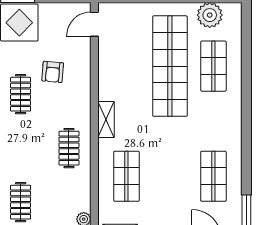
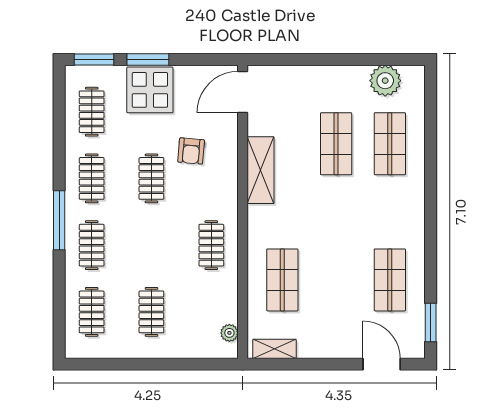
door: (94, 24) -> (243, 92), width x1.38
shop shelf: (170, 66) -> (336, 144), width x0.50, depth x0.74
shelving: (106, 120) -> (261, 170), moved, width x1.50, depth x1.33

